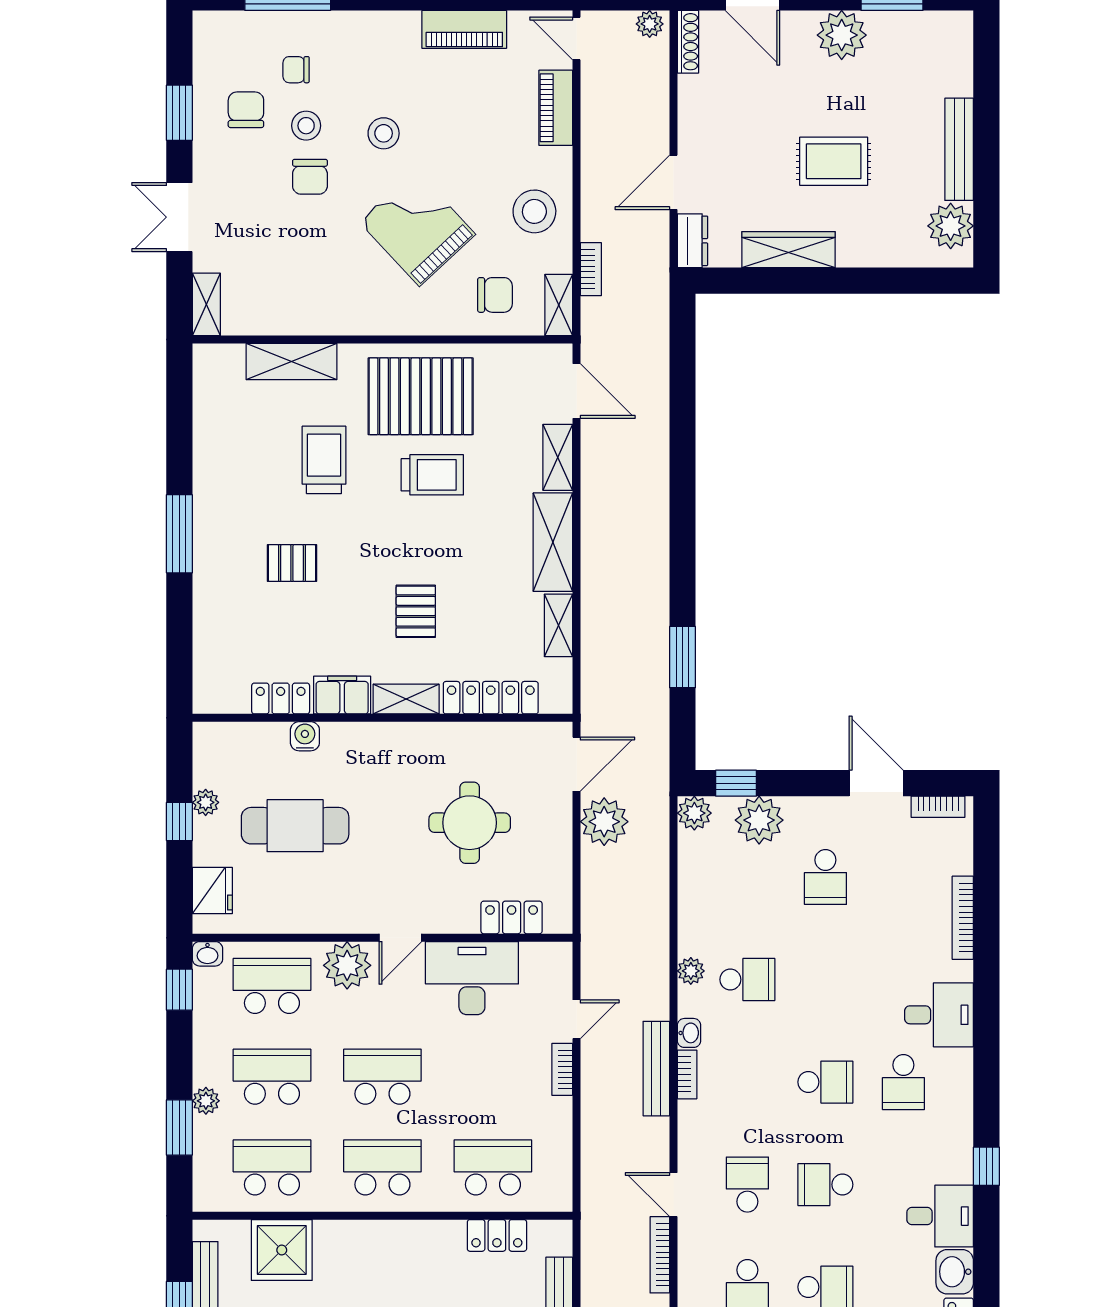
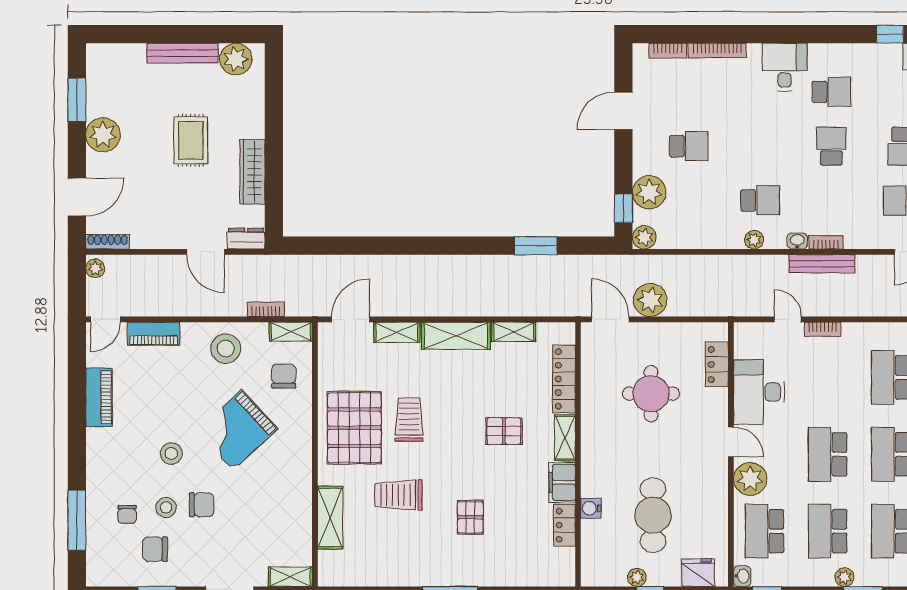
bookcase: (938, 807) -> (668, 51), moved, turned 90
school desk: (747, 980) -> (760, 200), turned 90

